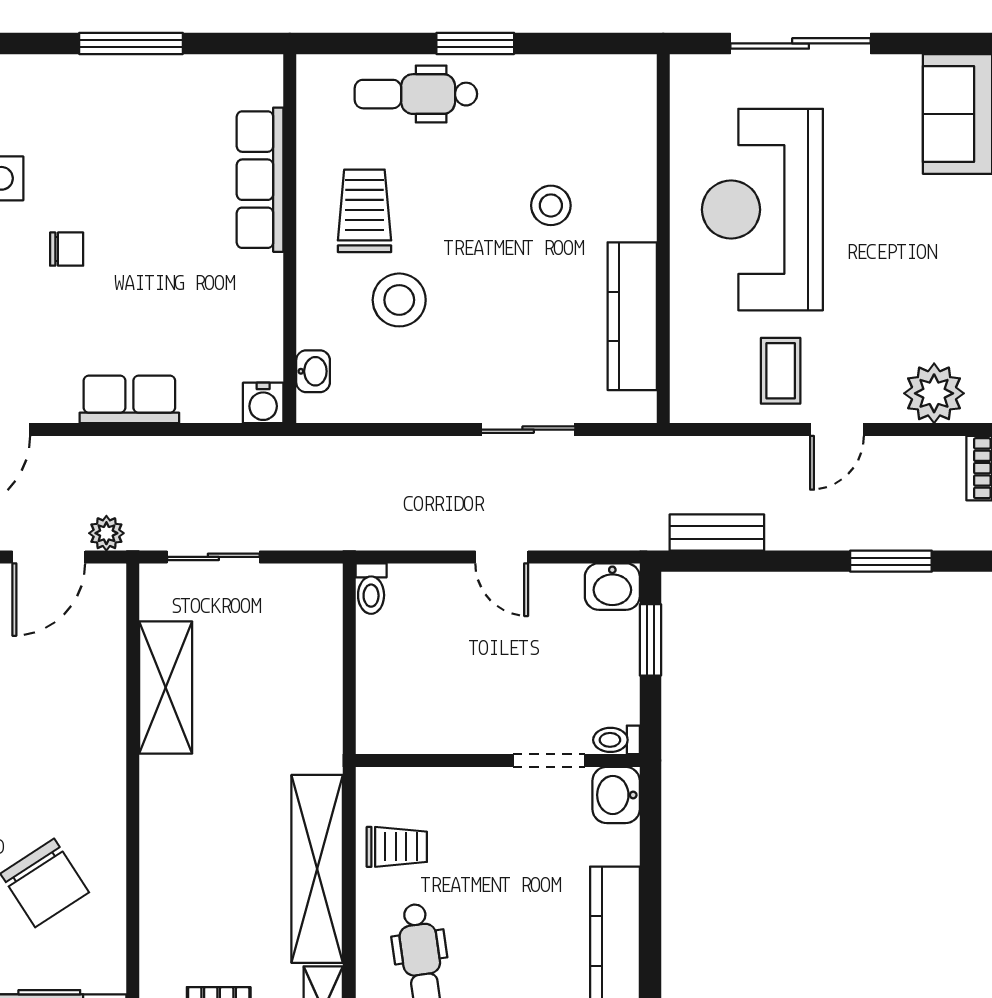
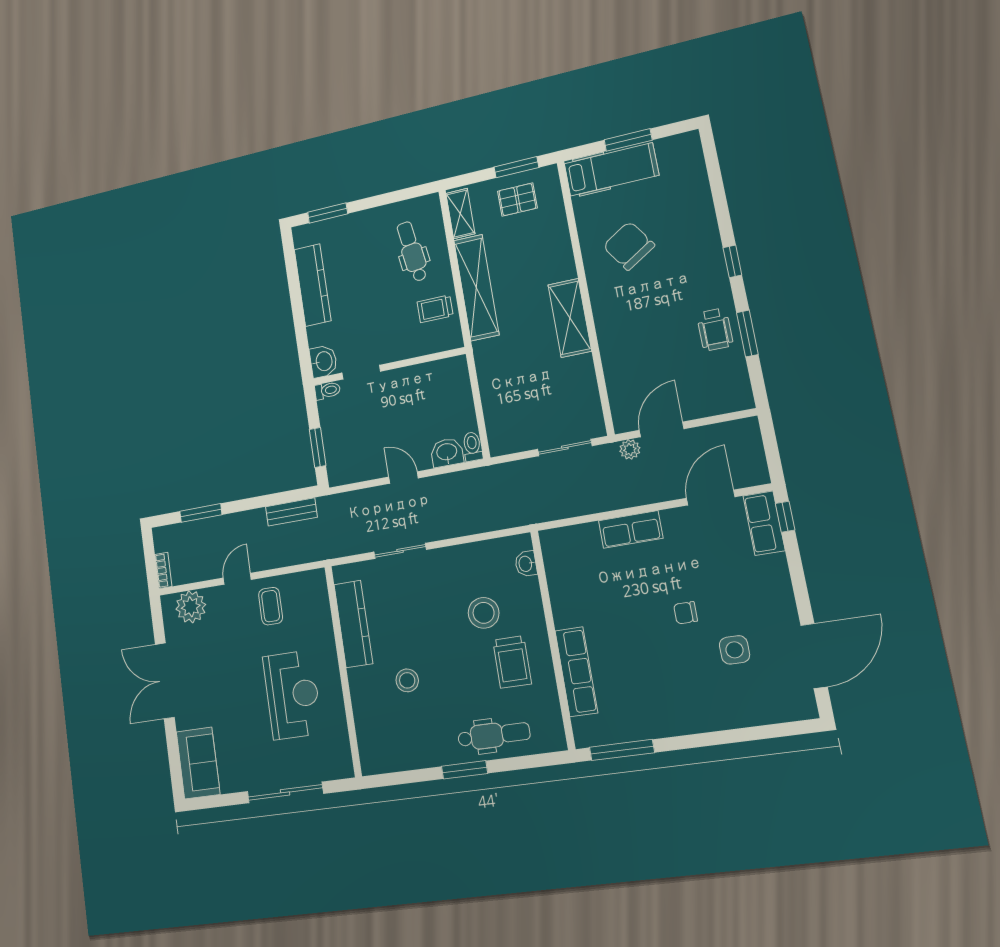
window: (131, 43) -> (622, 750), moved
reception desk: (762, 210) -> (292, 695), width x0.74, depth x0.77
water cooler: (263, 403) -> (552, 541), removed
washbasin: (612, 587) -> (447, 452), moved
shelving: (166, 688) -> (570, 318), moved

